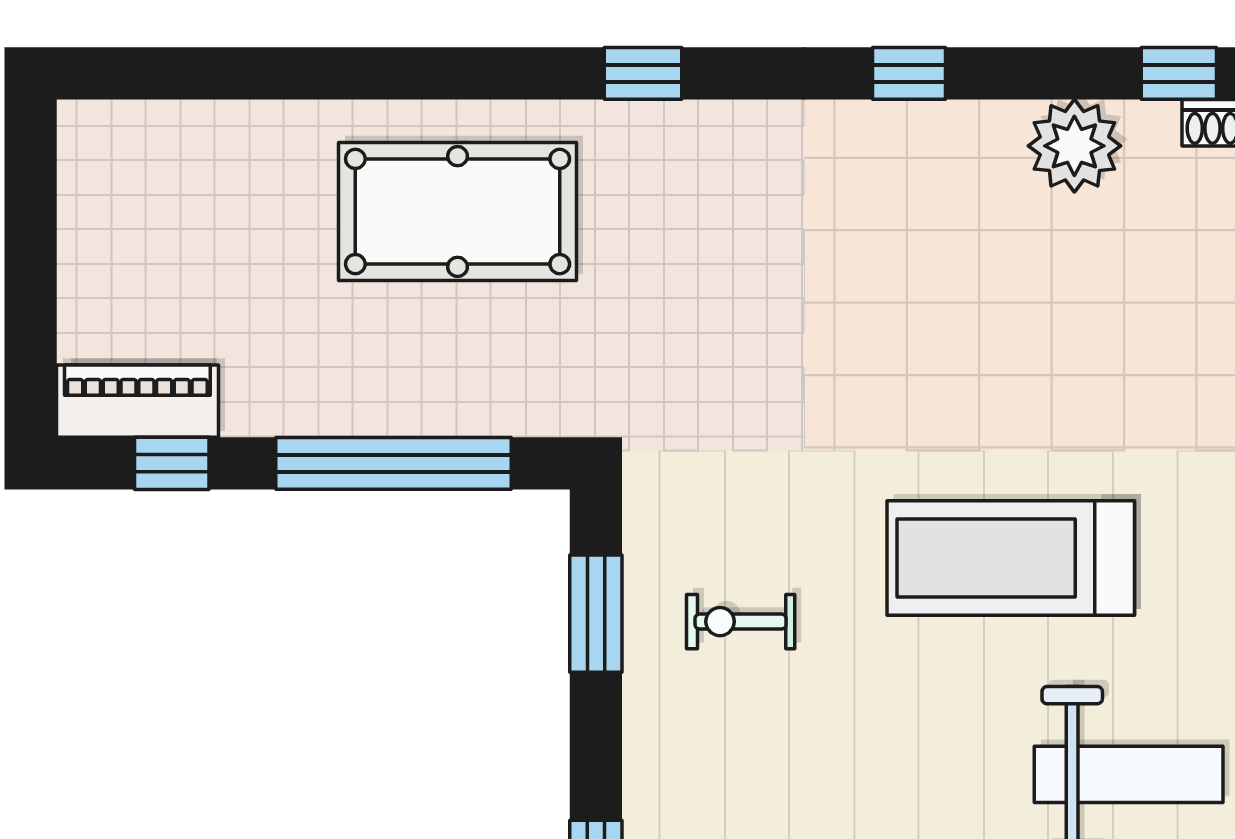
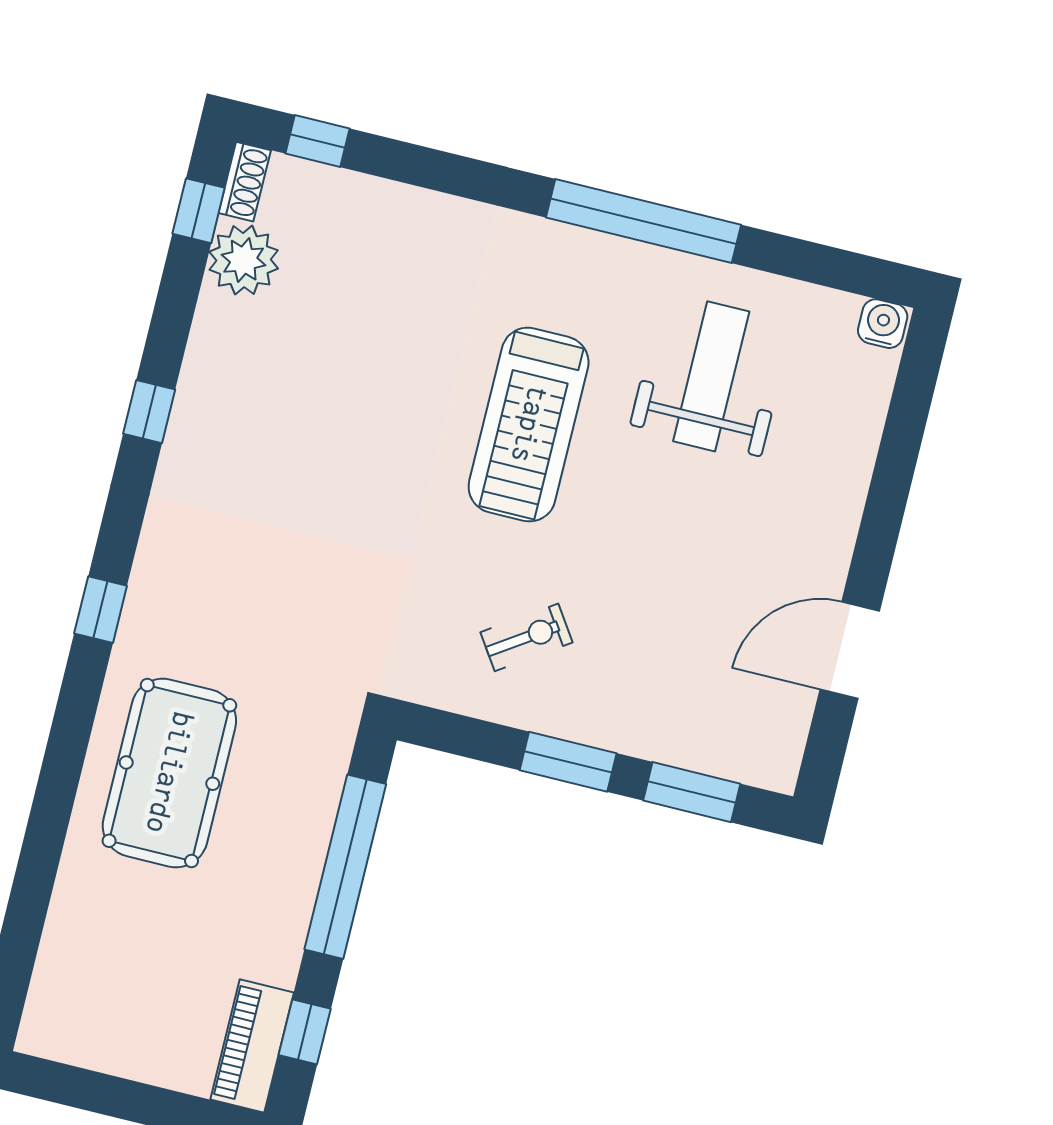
plant: (1074, 146) -> (244, 260), moved
window: (596, 614) -> (568, 762), moved
exercise bike: (741, 622) -> (526, 637), turned -124

